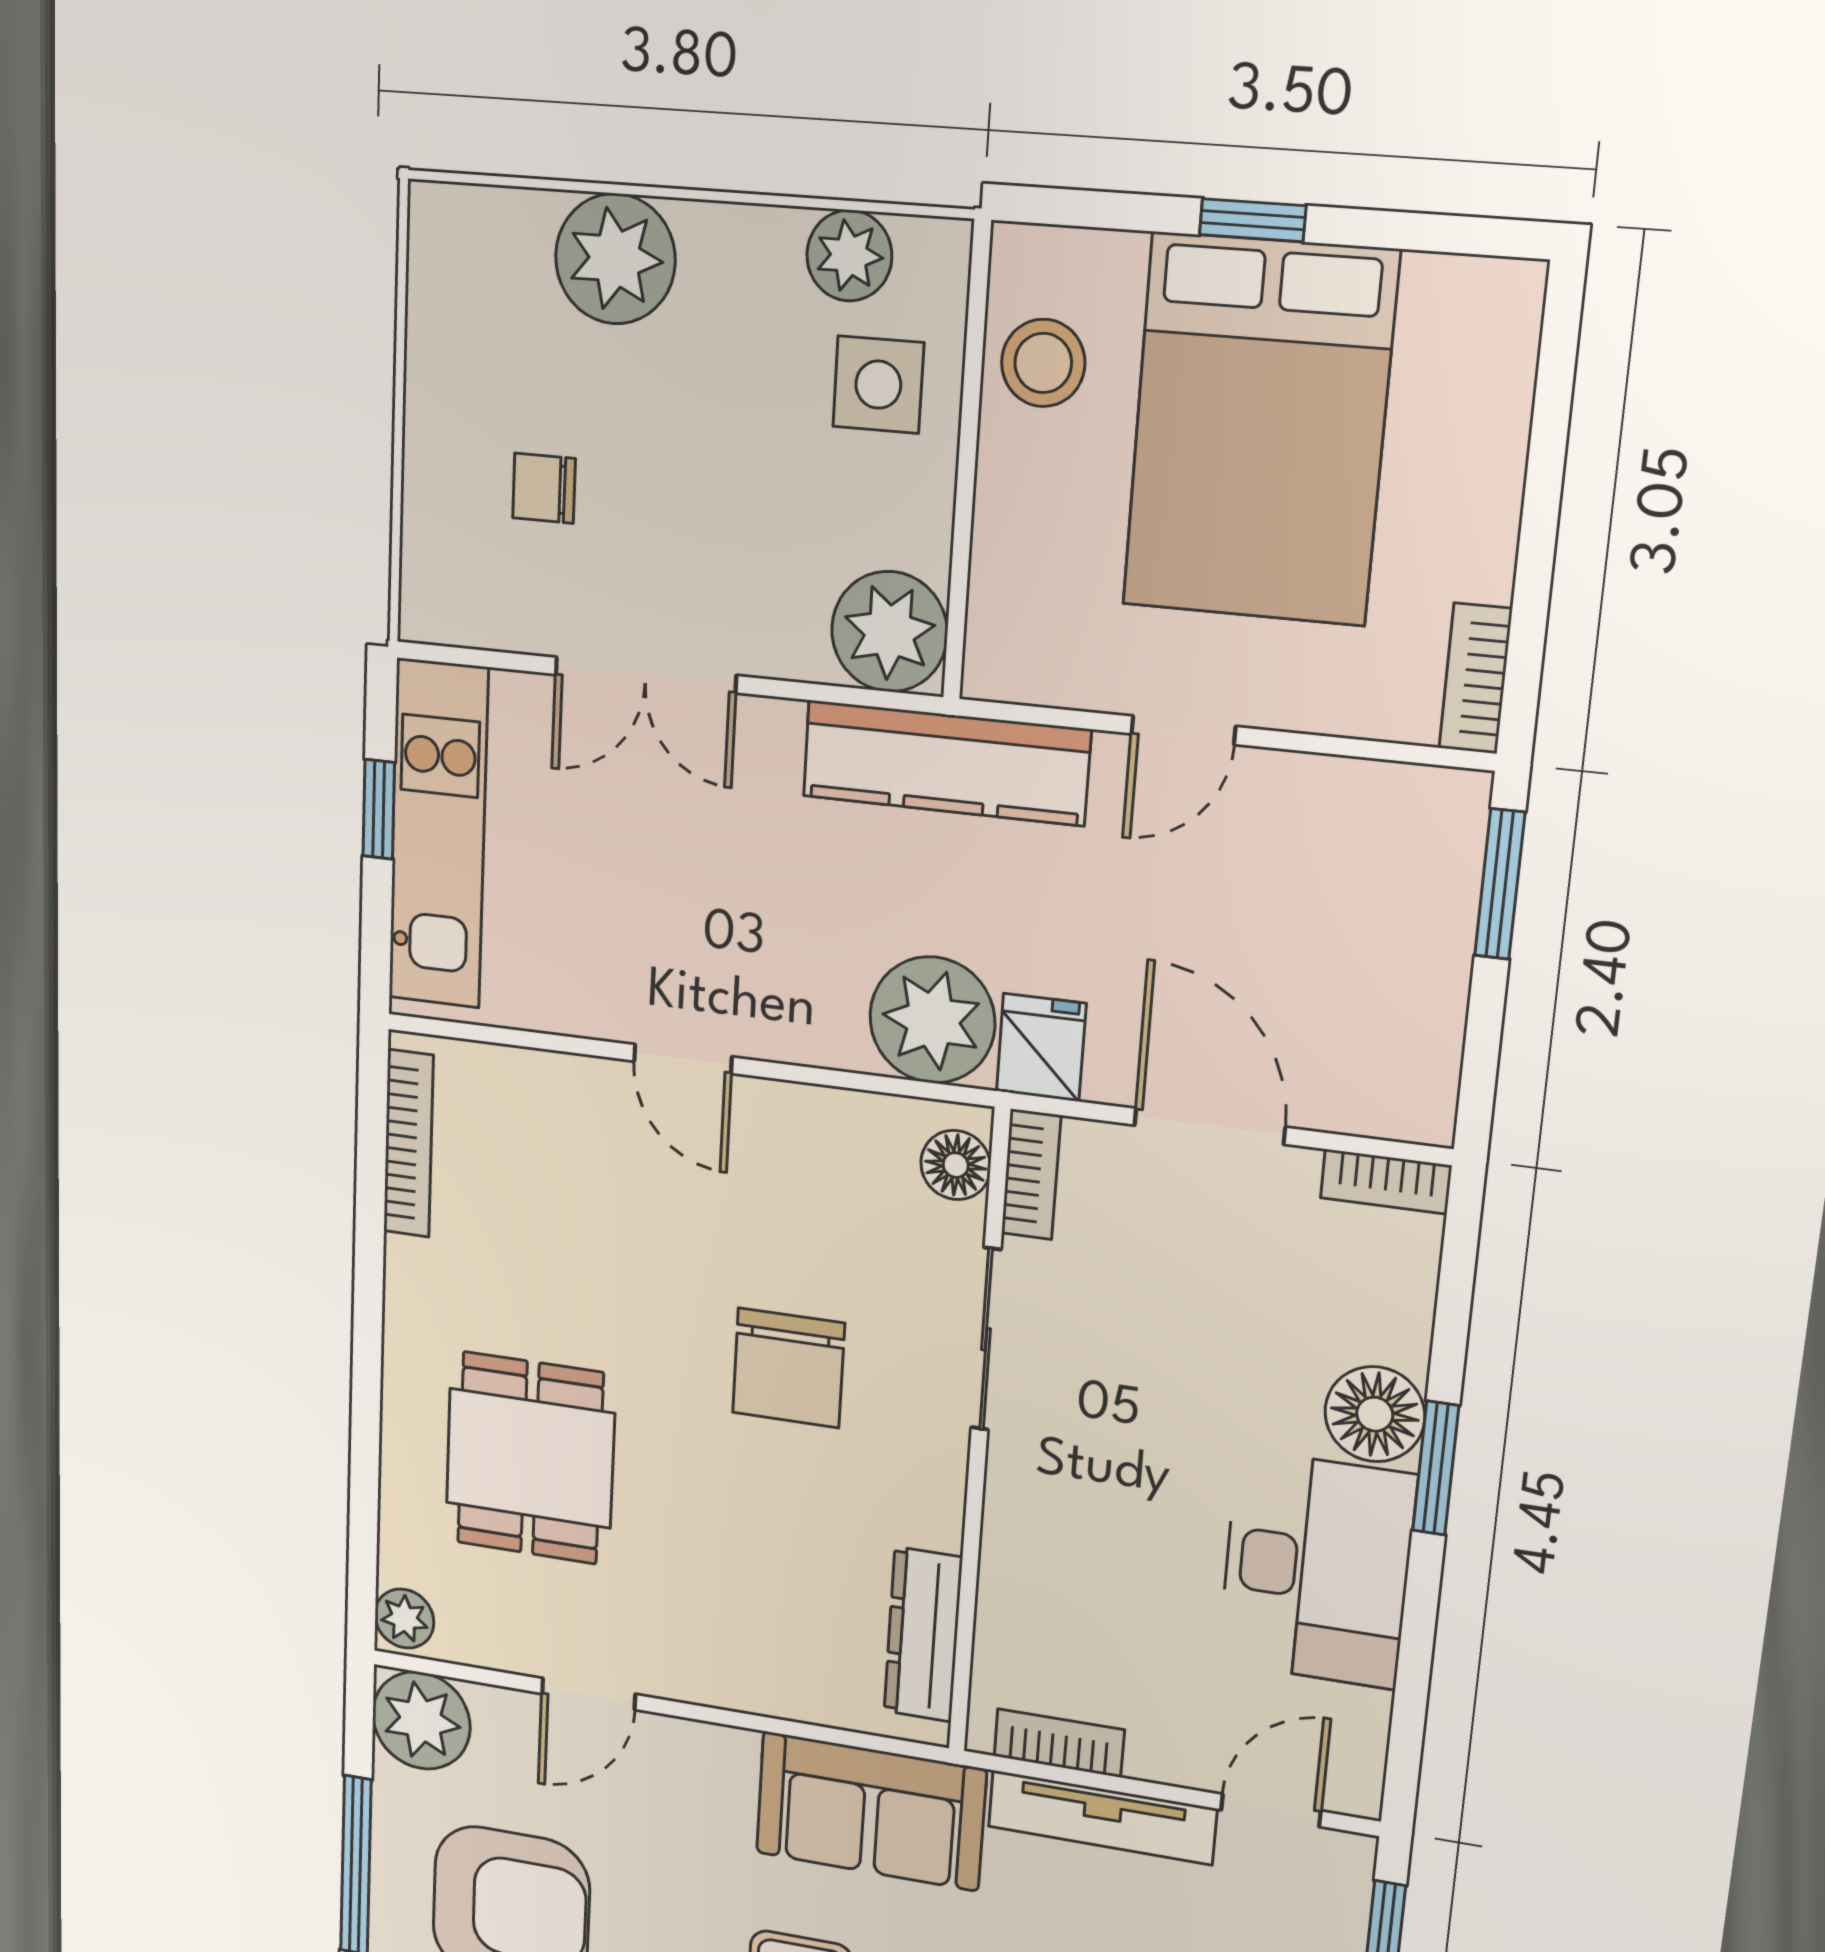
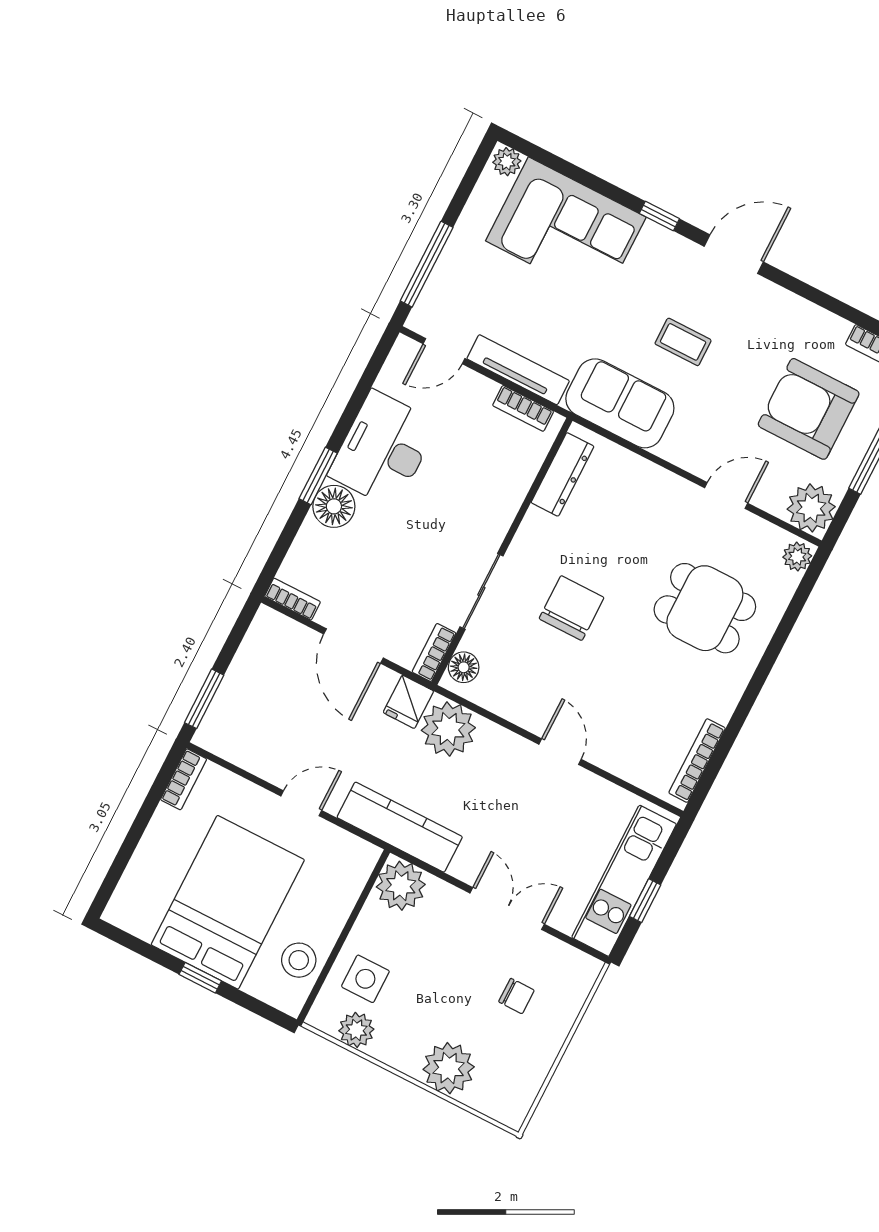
dining table: (530, 1458) -> (705, 608), turned 90

